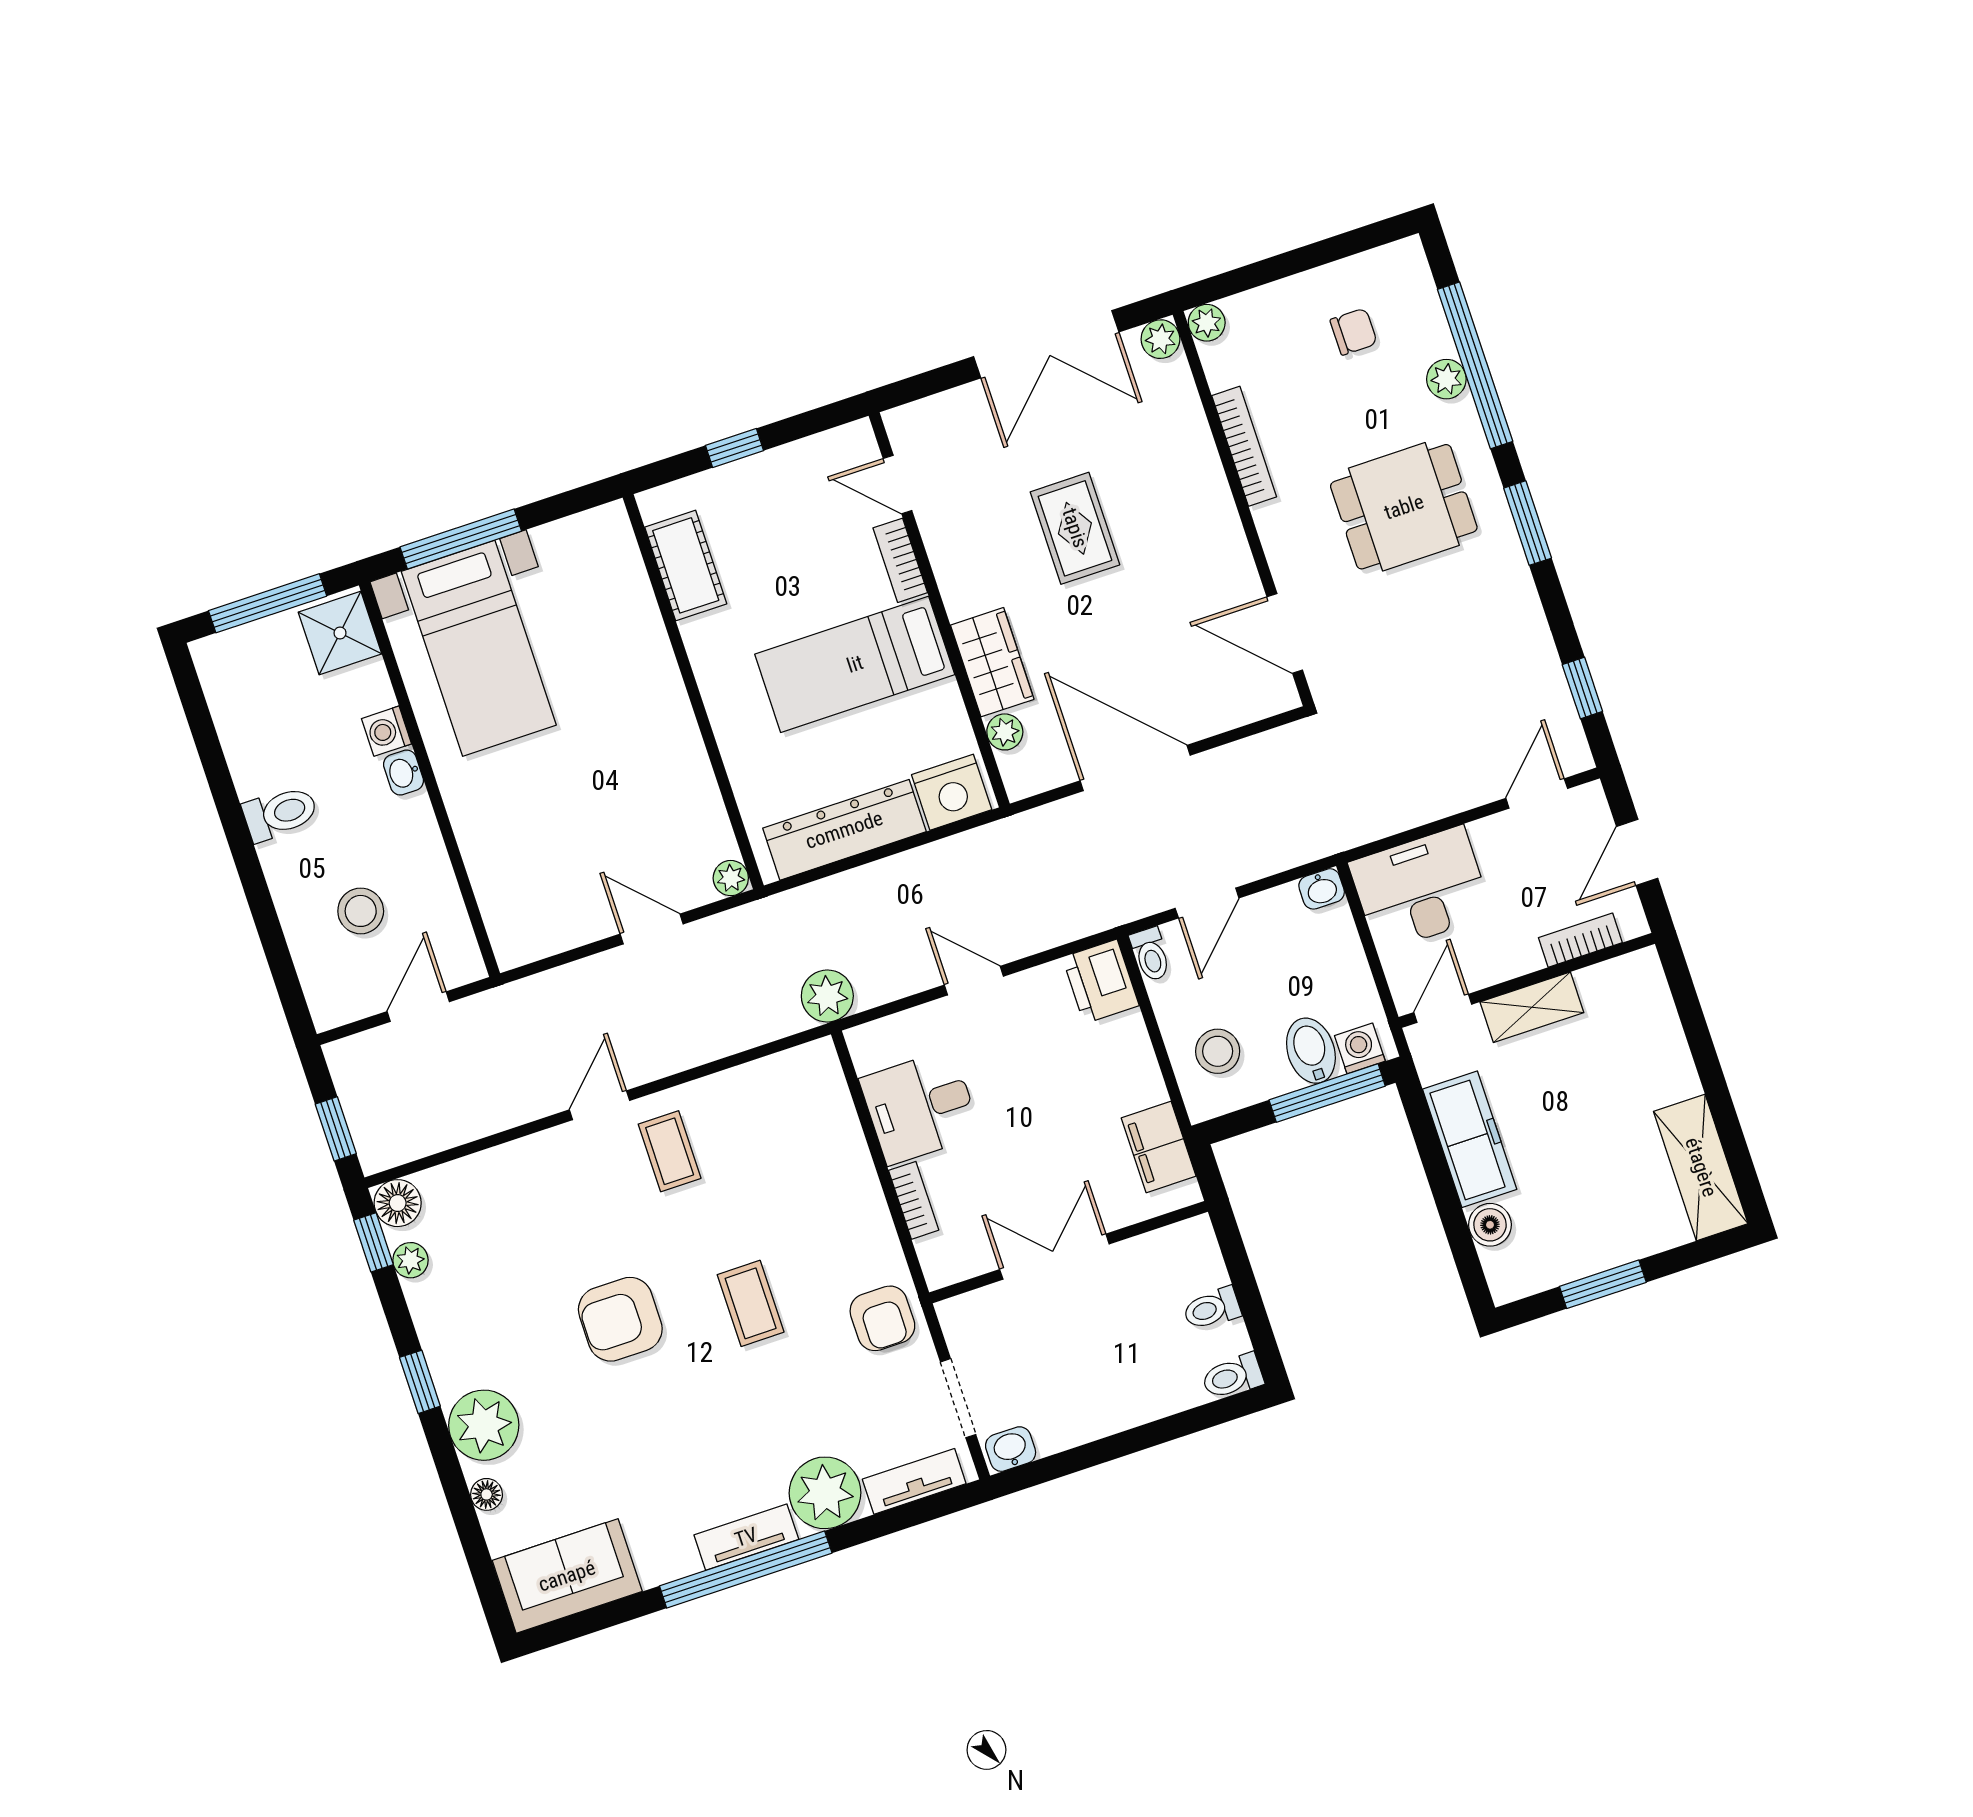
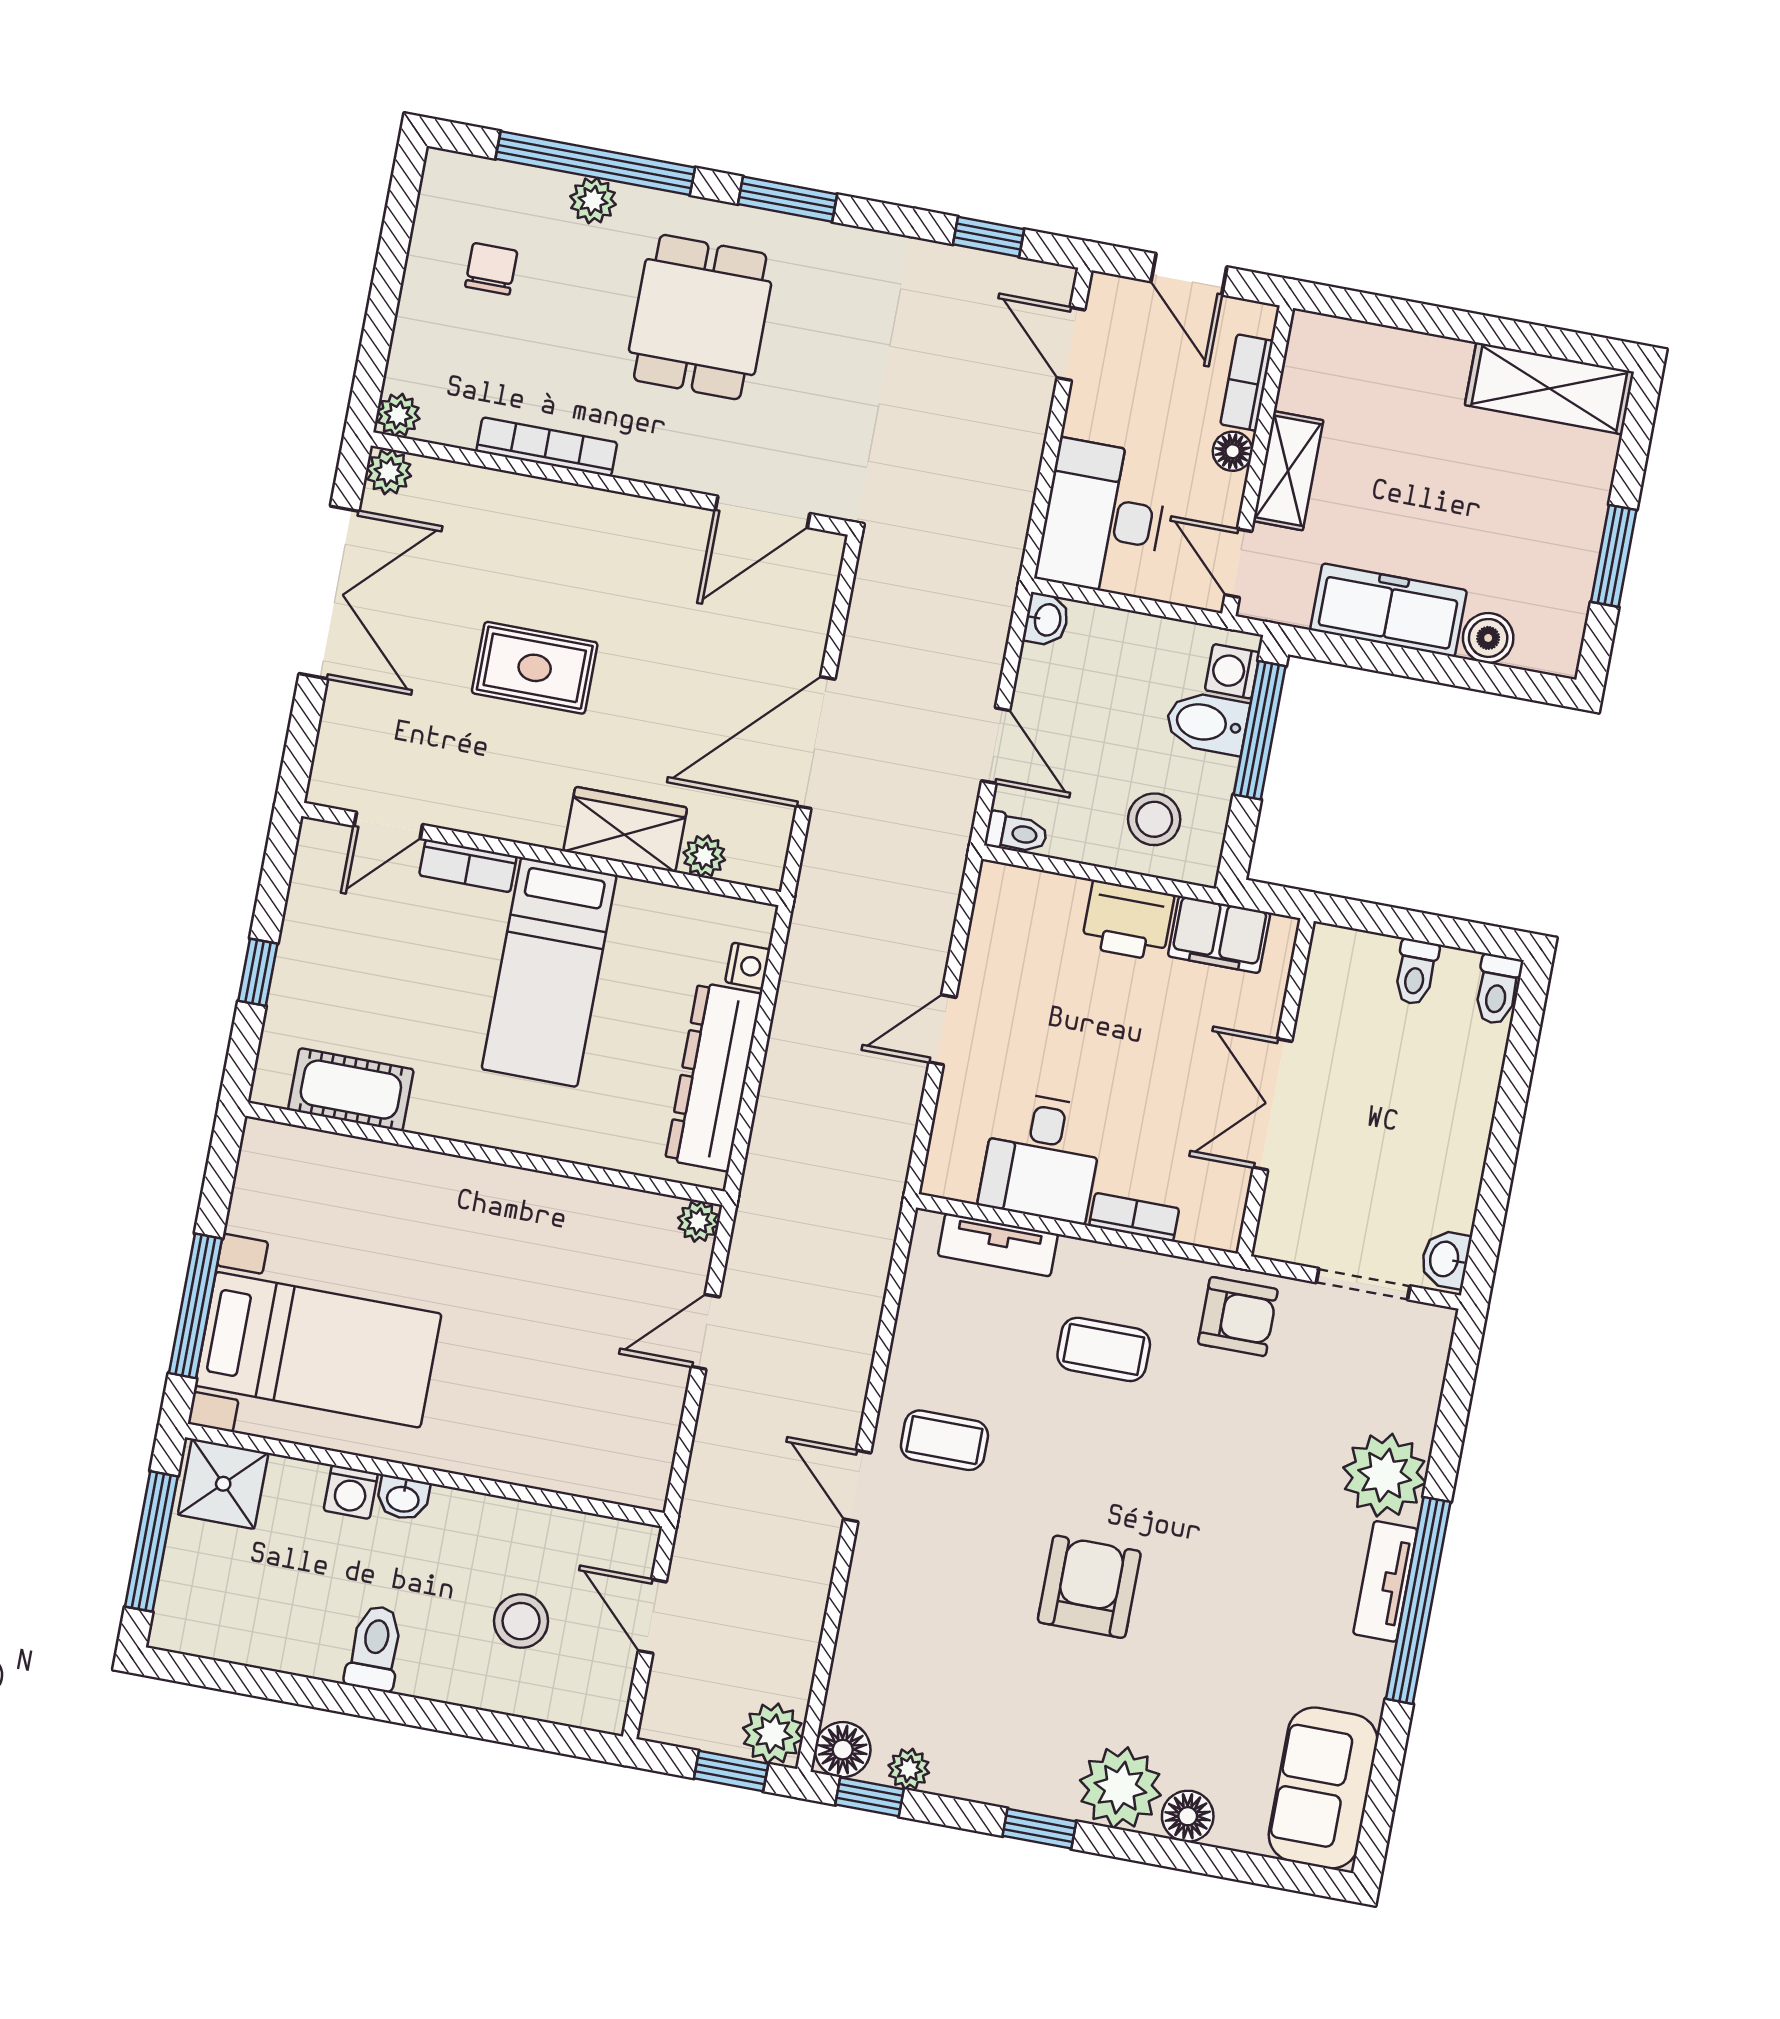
nightstand: (952, 792) -> (748, 966), width x0.53, depth x0.56
floor lamp: (1524, 958) -> (1233, 451), added
printer: (1101, 982) -> (1128, 921), moved
plant: (827, 996) -> (773, 1734), moved
coffee table: (751, 1303) -> (1104, 1349), moved
armchair: (620, 1319) -> (1089, 1587), turned 180
tv unit: (914, 1481) -> (998, 1245), moved, turned -90
floor lamp: (487, 1494) -> (1188, 1816), width x1.37, depth x1.37

